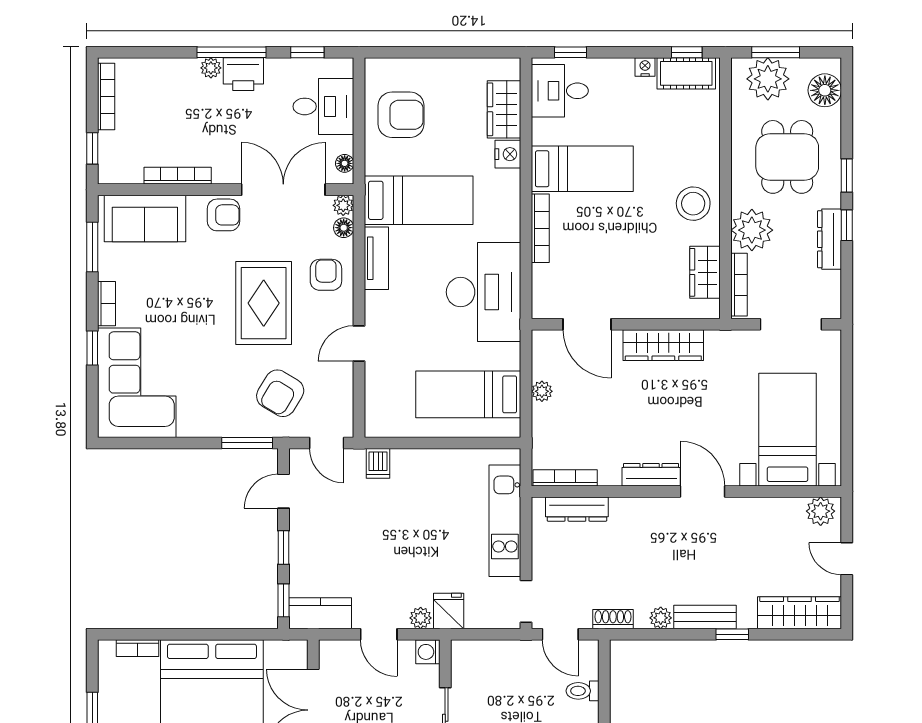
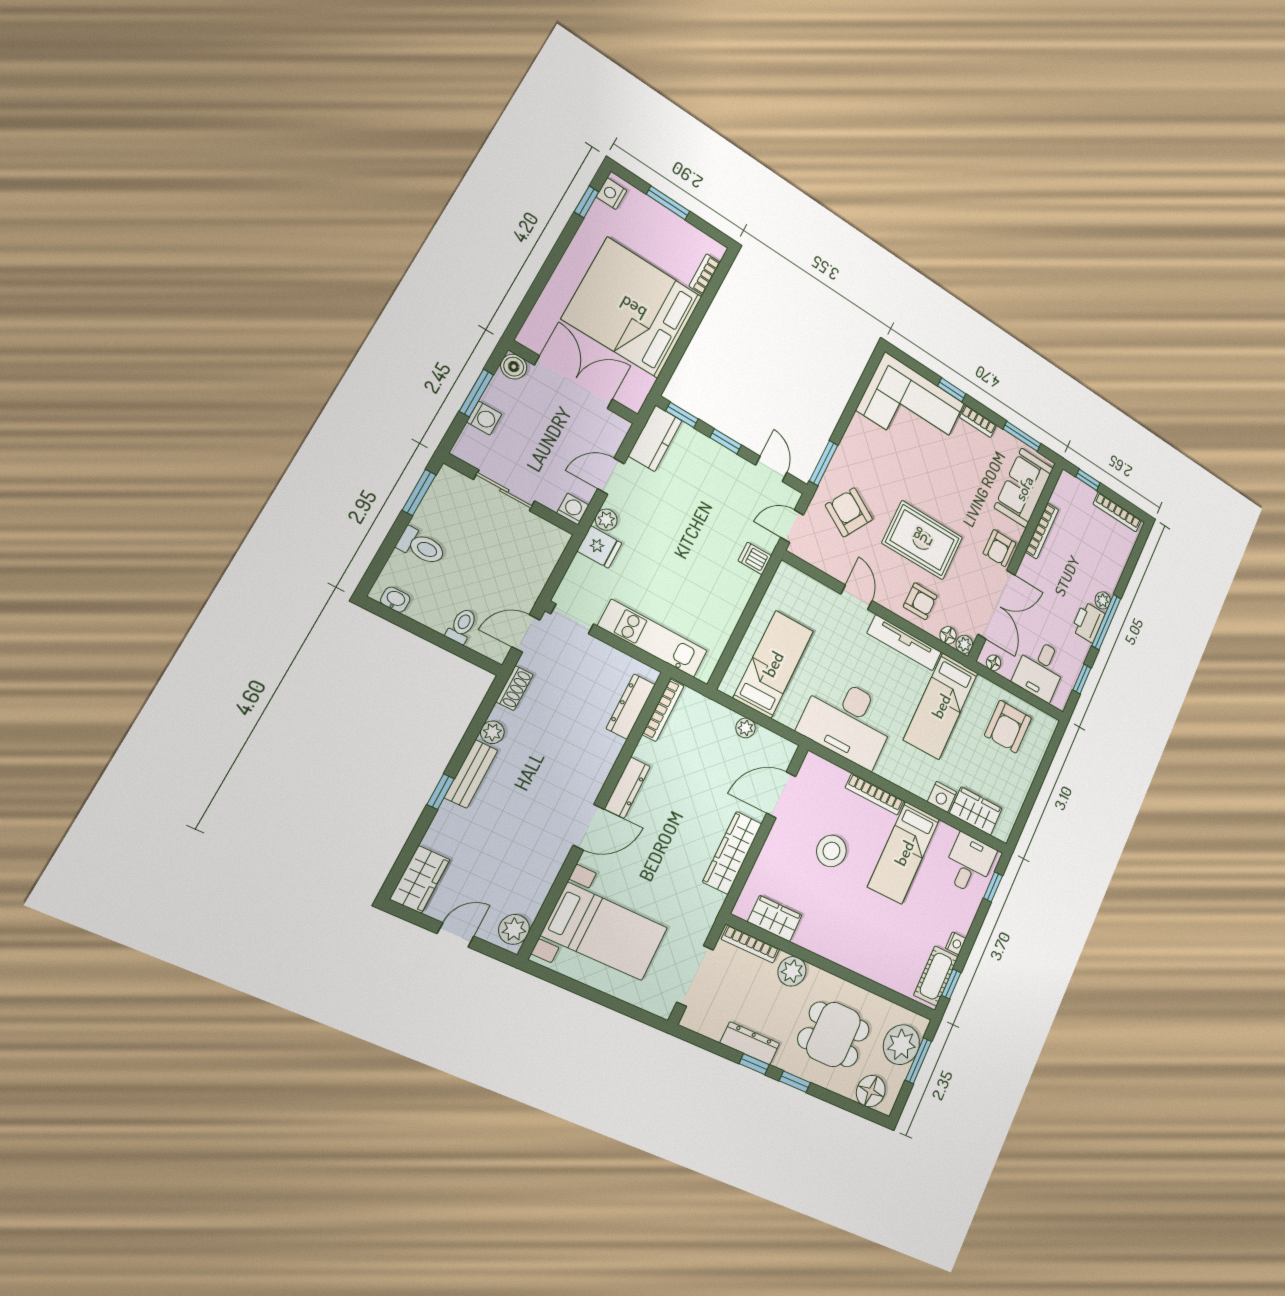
stool: (693, 204) -> (831, 851), moved
plant: (752, 230) -> (792, 971), width x0.73, depth x0.73
tv unit: (376, 258) -> (904, 643), width x1.41
wardrobe: (800, 613) -> (420, 879), width x0.67

